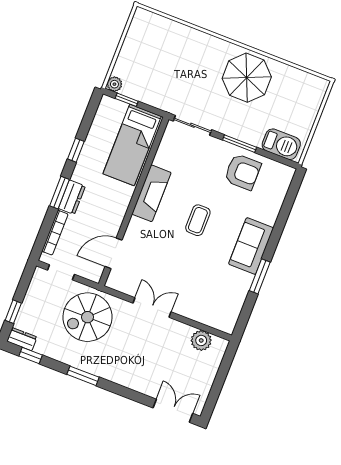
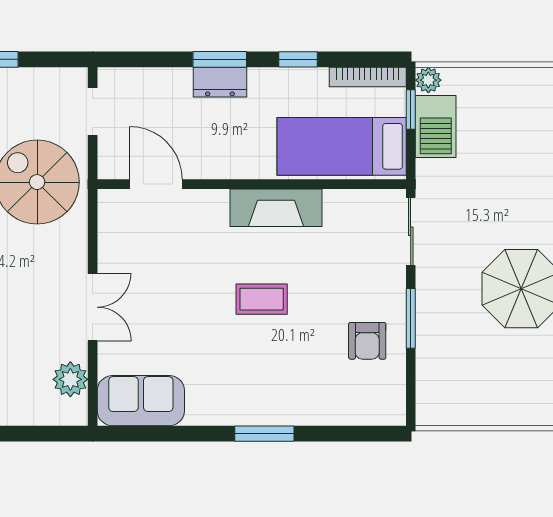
barbecue: (281, 144) -> (436, 127), moved
armchair: (243, 172) -> (367, 341), width x0.72, depth x0.72
bookcase: (55, 233) -> (368, 77), moved
sofa: (251, 246) -> (141, 401), moved
window: (260, 276) -> (264, 434), moved
double door: (152, 308) -> (93, 307), moved

